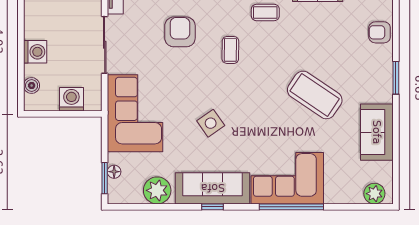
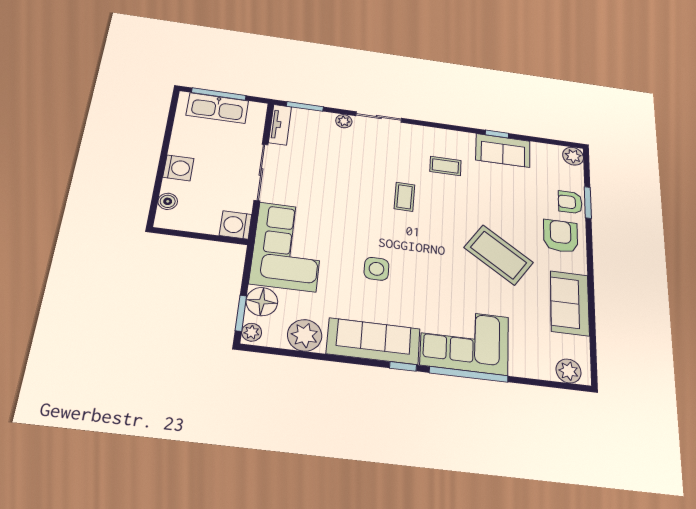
armchair: (180, 32) -> (561, 236), moved
window: (396, 78) -> (588, 203), moved
washing machine: (71, 99) -> (236, 225), moved, turned -90
side table: (211, 123) -> (376, 269), turned 35
floor lamp: (114, 172) -> (262, 302), width x1.89, depth x1.89
plant: (115, 193) -> (252, 332), added
window: (213, 207) -> (403, 366), moved

